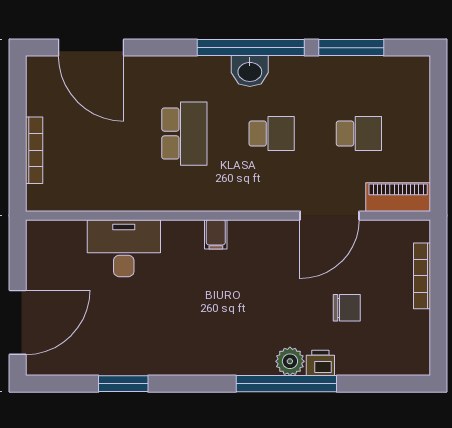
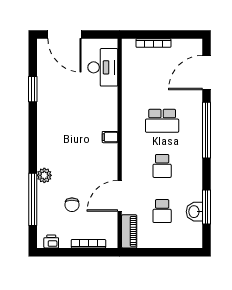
window: (251, 48) -> (207, 130), moved
washbasin: (250, 71) -> (194, 212), moved
door: (330, 216) -> (120, 196), hinge flipped
desk: (124, 248) -> (103, 67), moved
printer: (320, 363) -> (51, 241), moved, turned -90
window: (286, 384) -> (33, 199), moved

